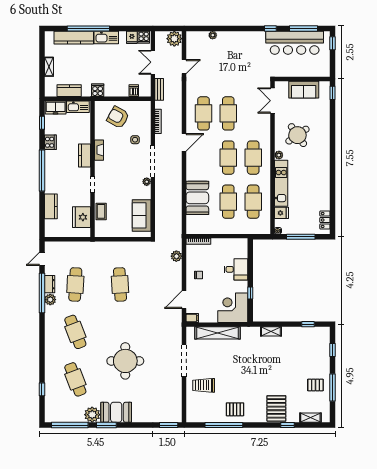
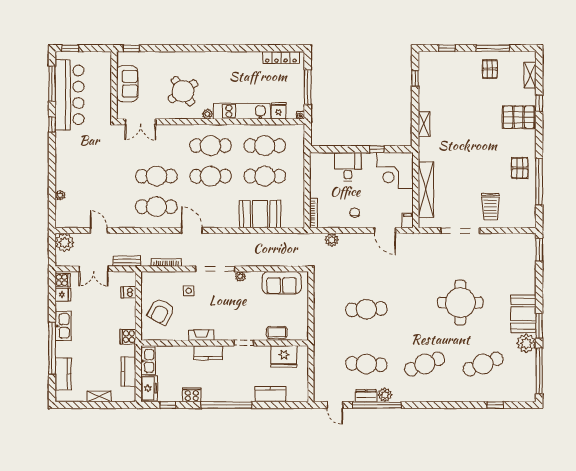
kitchen counter: (74, 38) -> (63, 374), width x0.67
locker: (325, 220) -> (281, 58), width x1.53

